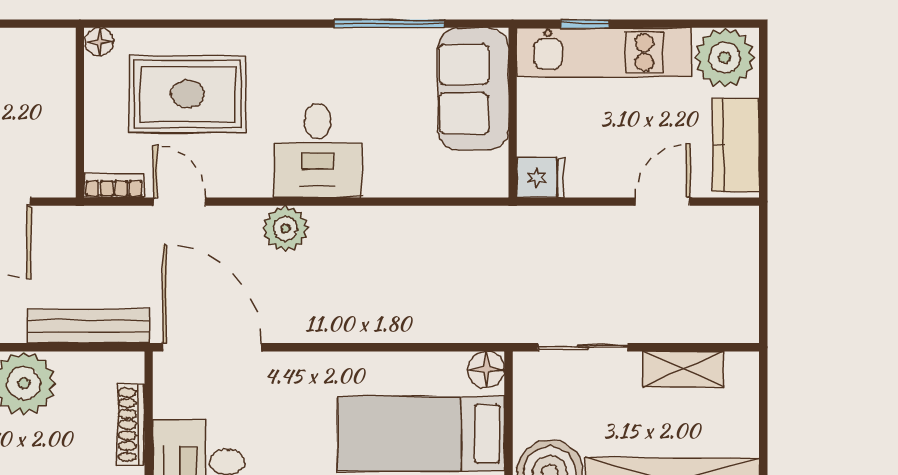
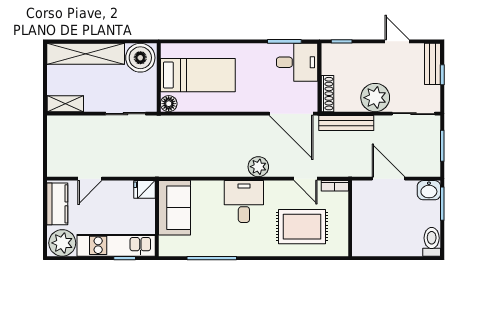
floor lamp: (99, 42) -> (341, 250), removed
sofa: (473, 89) -> (175, 208), moved
shelving: (683, 369) -> (65, 104), moved
shoe rack: (131, 425) -> (327, 94), moved

